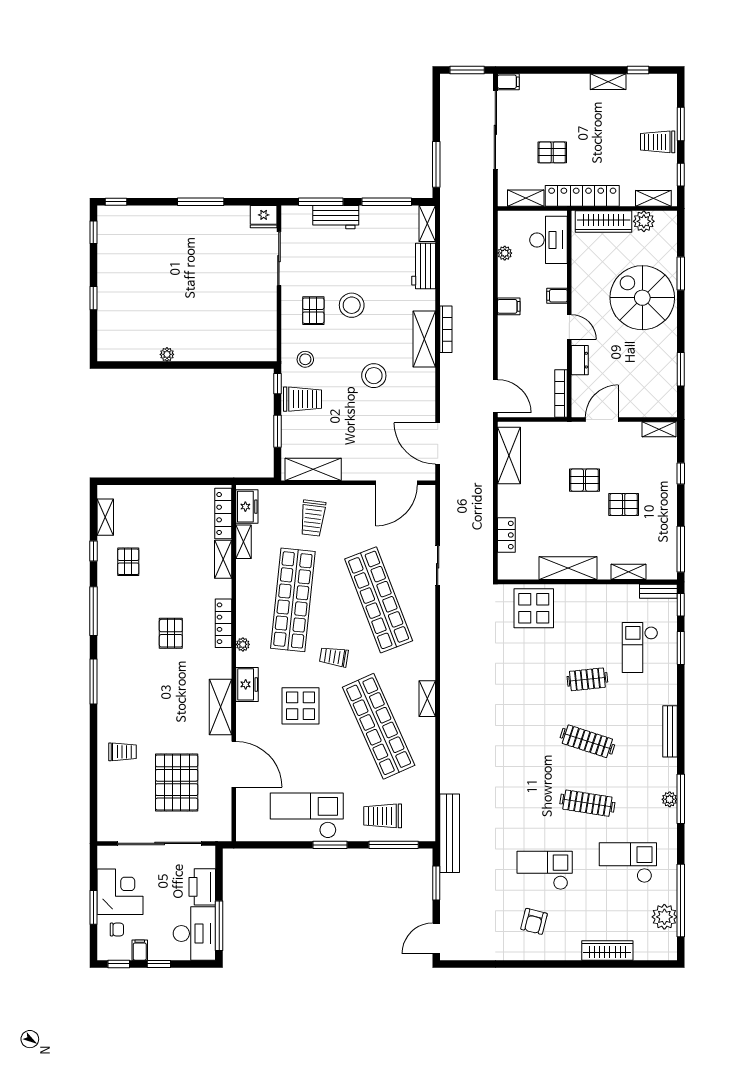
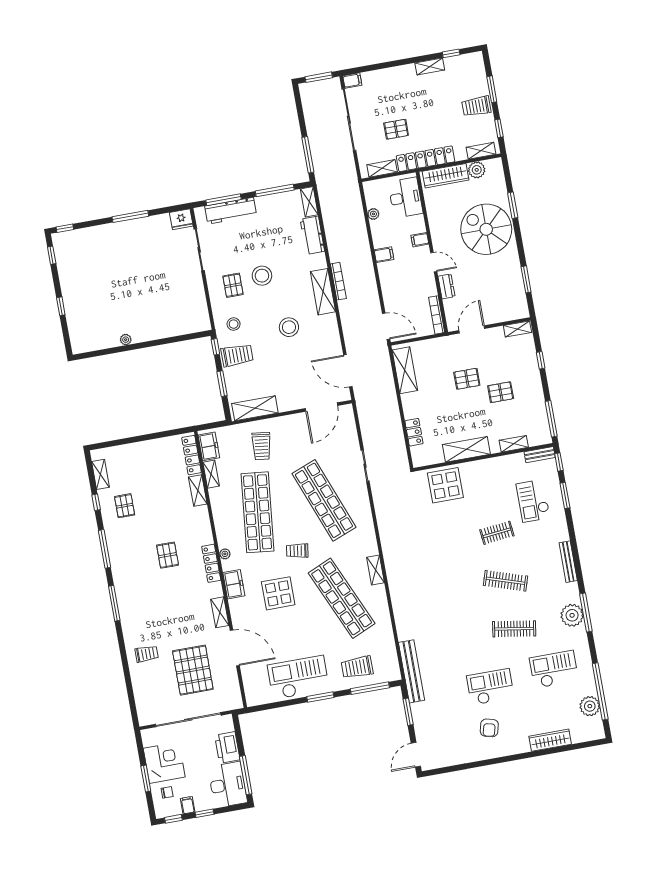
workbench: (336, 217) -> (231, 211), width x1.38
locker: (224, 623) -> (211, 563), moved
shelving: (220, 707) -> (220, 612), width x0.67, depth x0.75
plant: (670, 799) -> (572, 615), width x1.88, depth x1.88

